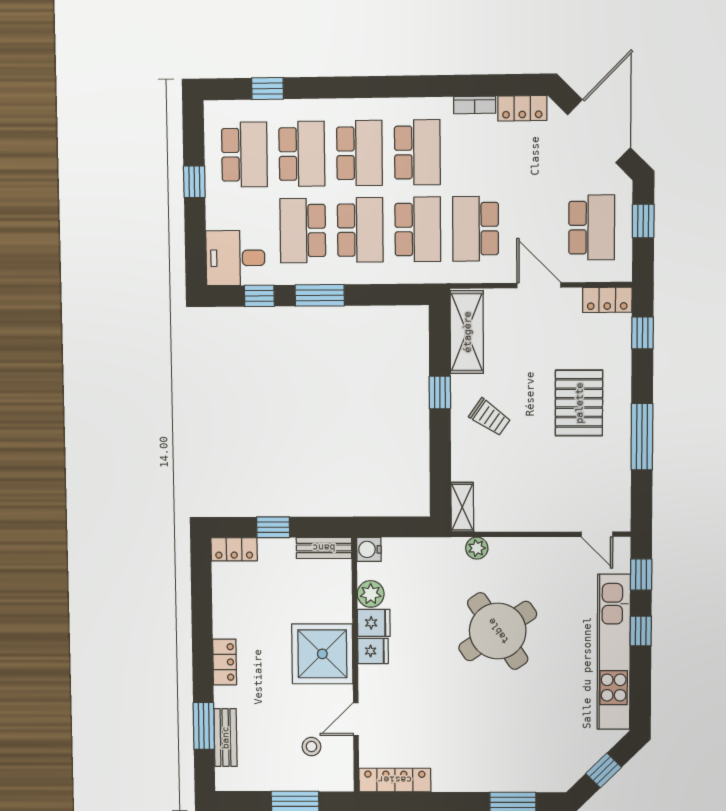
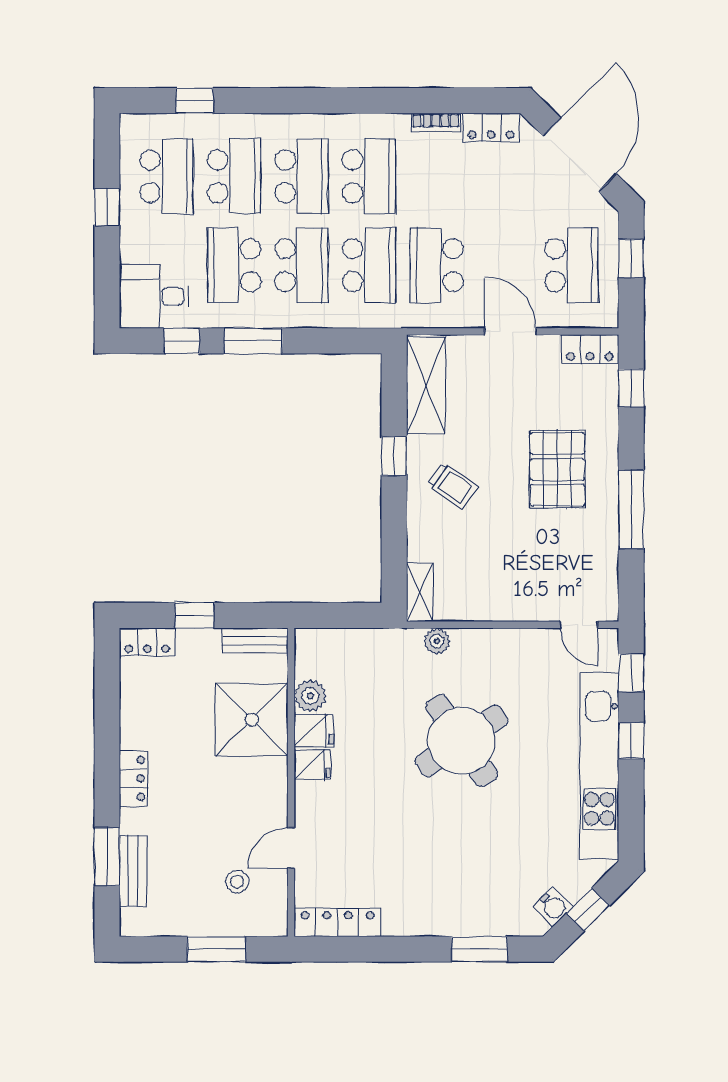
water cooler: (369, 549) -> (553, 906), moved, turned -135
shower: (322, 654) -> (252, 720), moved

